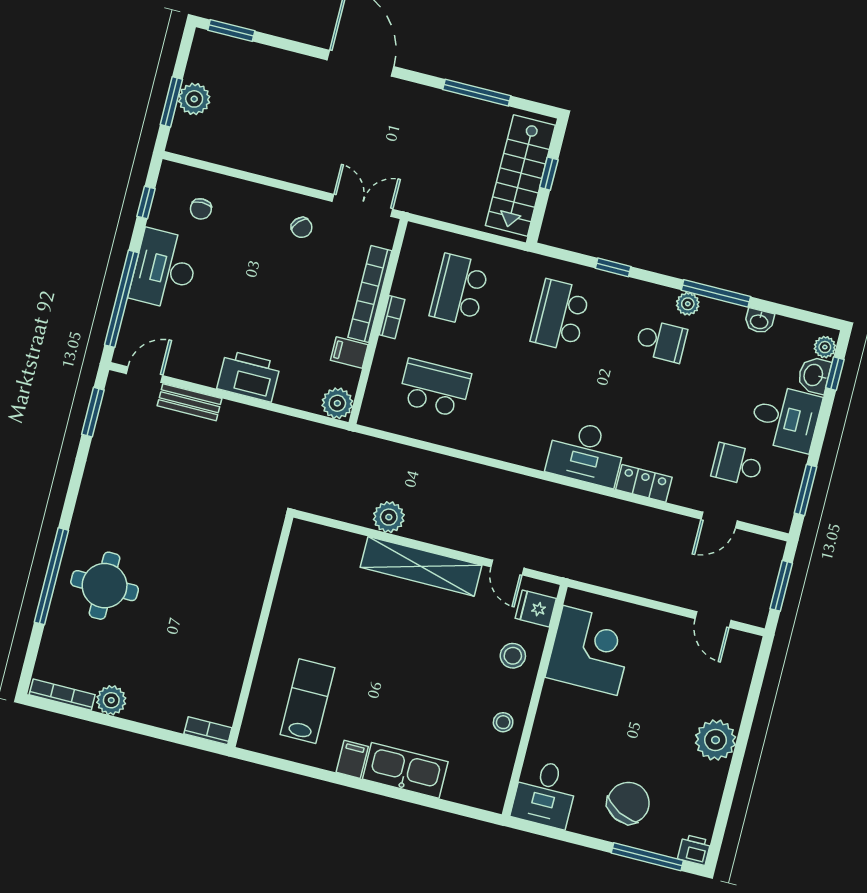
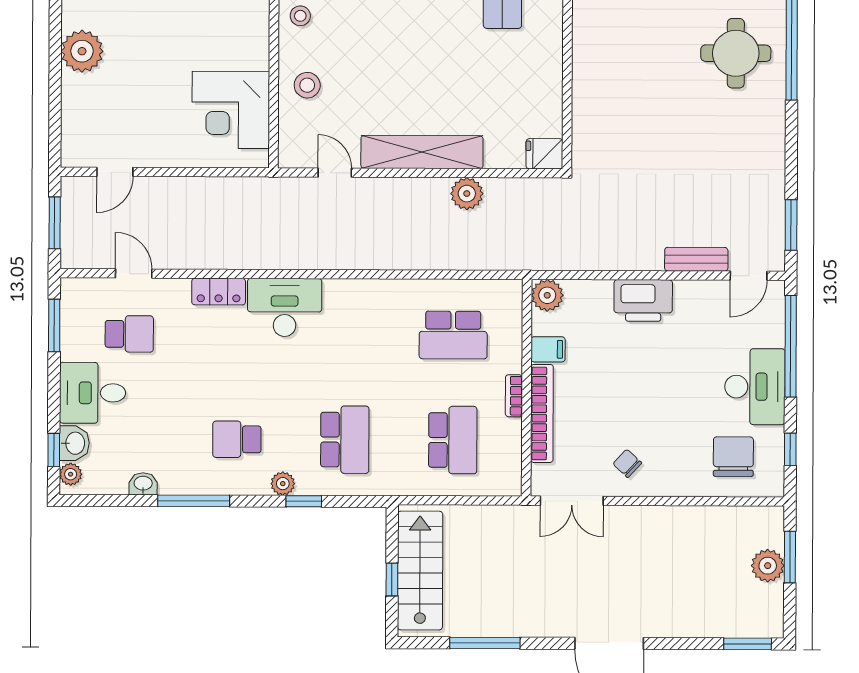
chair: (201, 209) -> (733, 457), width x1.87, depth x1.87
plant: (688, 304) -> (283, 484), moved
door: (719, 520) -> (134, 274), hinge flipped
fridge: (536, 608) -> (544, 154), moved, turned 180
door: (713, 619) -> (115, 172), swing flipped

